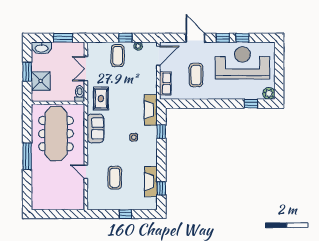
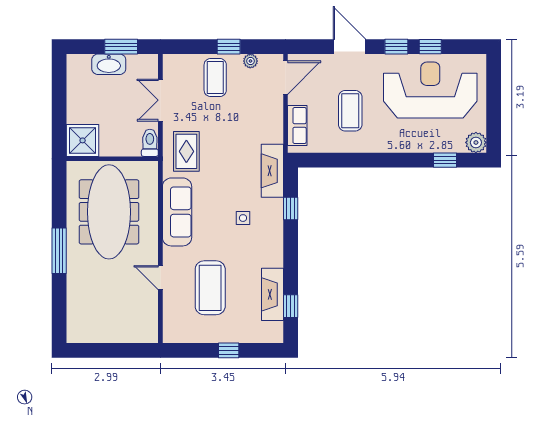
washbasin: (42, 48) -> (109, 64), moved
window: (27, 72) -> (59, 105), removed
shower: (41, 81) -> (83, 140), moved
sofa: (95, 128) -> (177, 212), width x1.36
coffee table: (115, 178) -> (210, 288), width x1.36, depth x1.32

